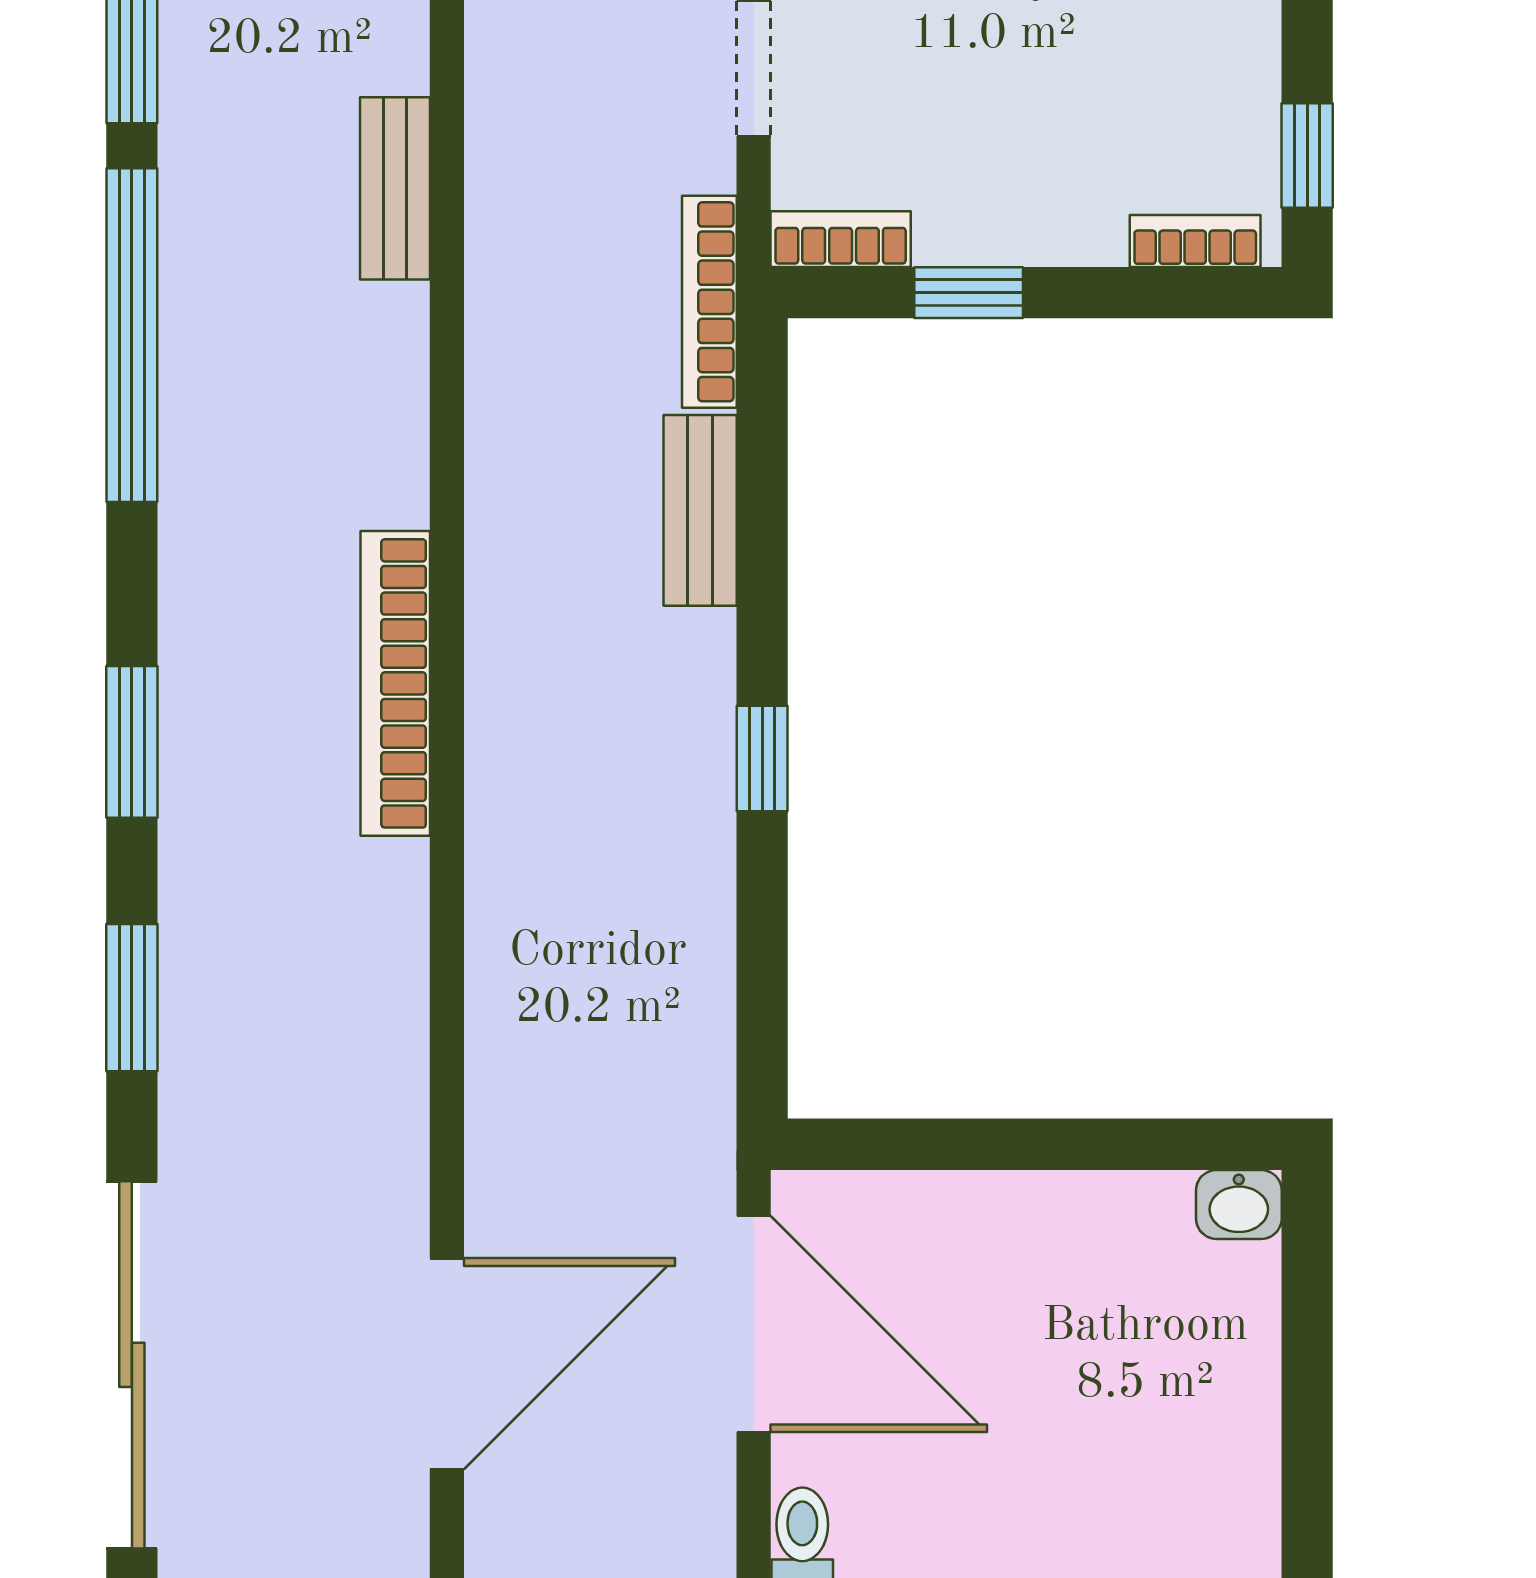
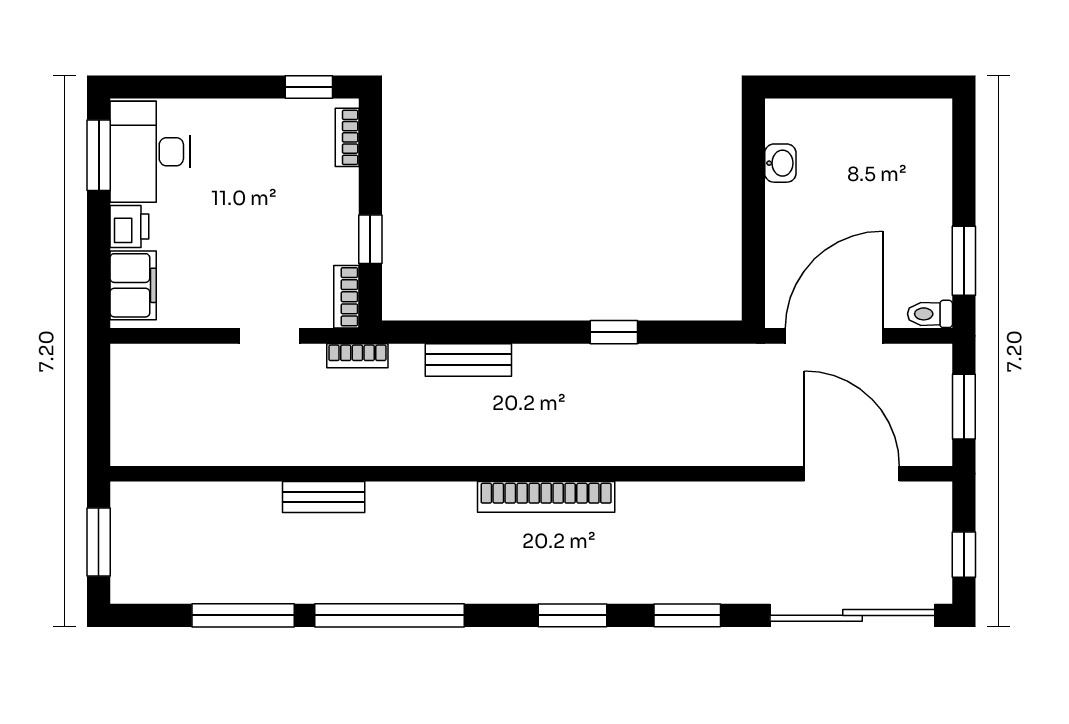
bookcase: (709, 302) -> (357, 356), width x0.64
window: (762, 758) -> (614, 332), moved
washbasin: (1239, 1204) -> (780, 163), moved

